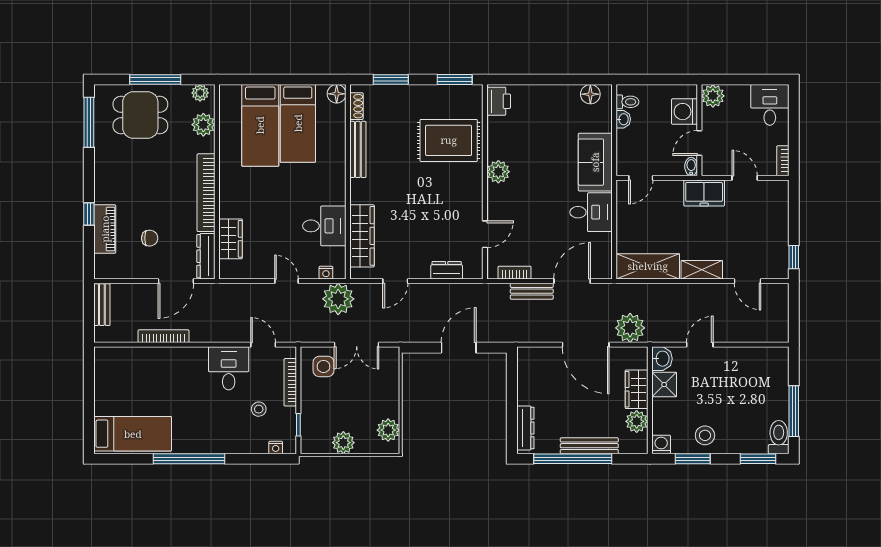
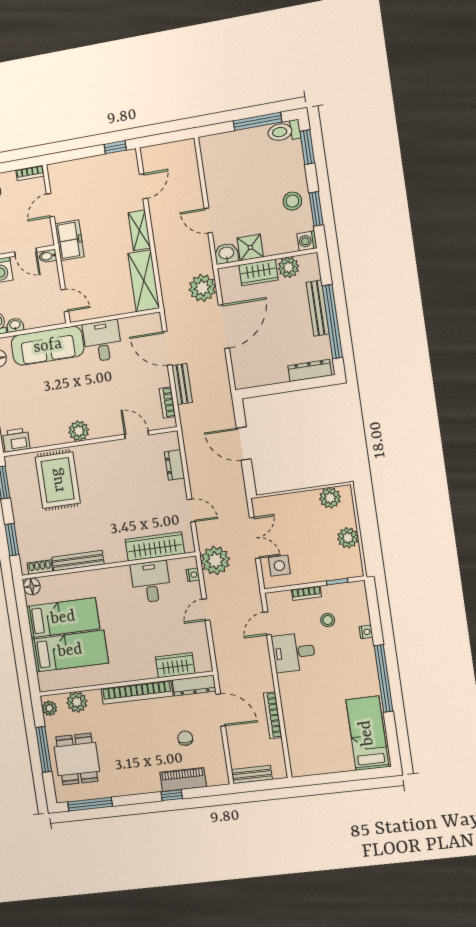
sofa: (595, 162) -> (48, 346), width x1.36
bookcase: (290, 382) -> (306, 593), width x0.64
nightstand: (276, 447) -> (366, 632), moved

